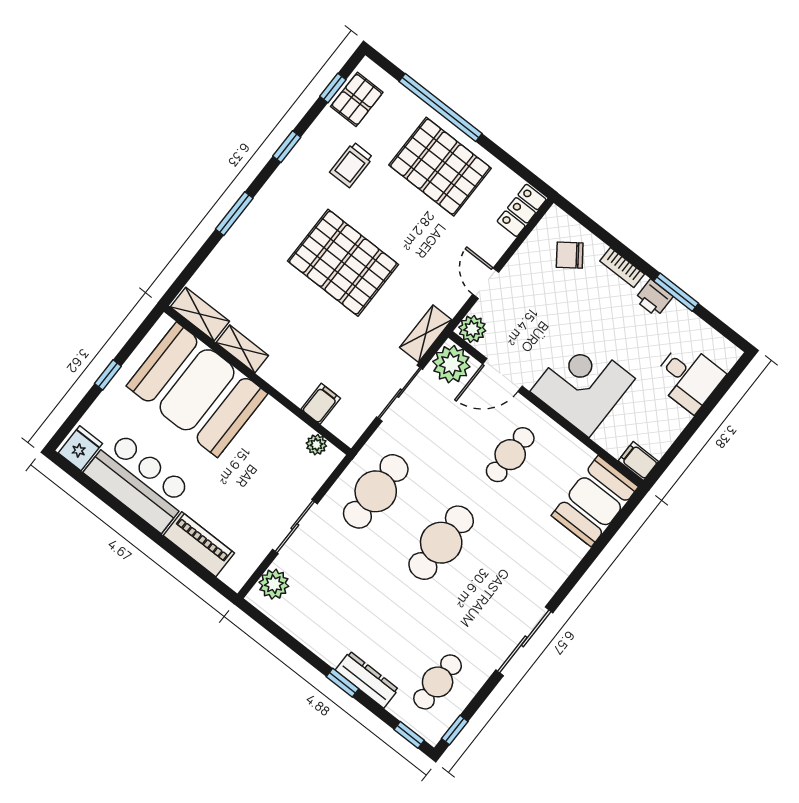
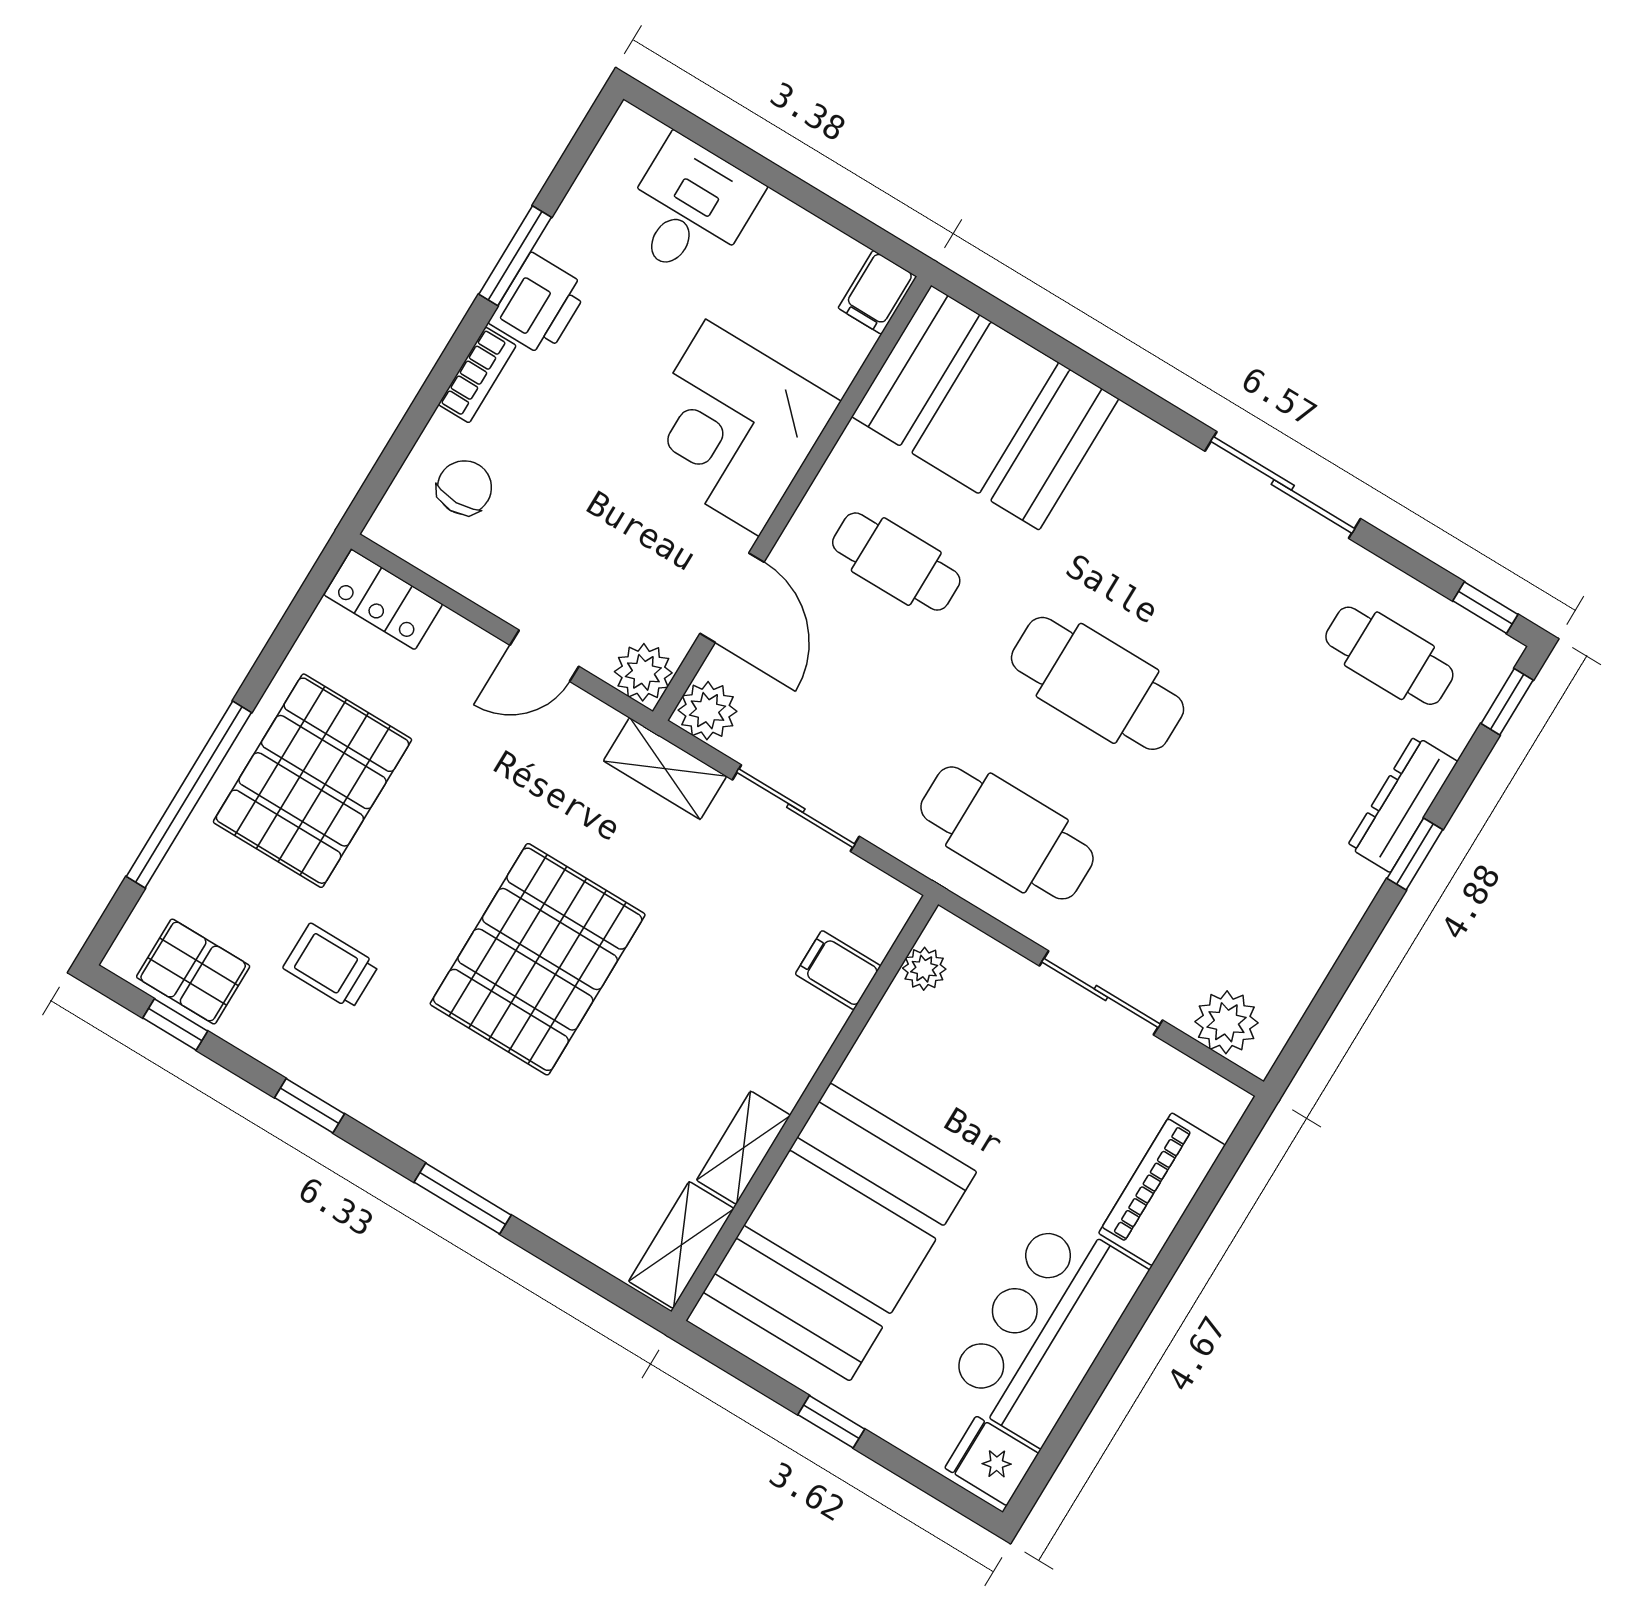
trolley: (351, 165) -> (331, 966), turned 180
chair: (570, 255) -> (464, 488), turned -144
printer: (654, 298) -> (539, 305), width x1.36, depth x1.24
plant: (451, 364) -> (707, 711), width x0.73, depth x0.73
booth: (595, 501) -> (985, 408), width x1.36, depth x1.42

